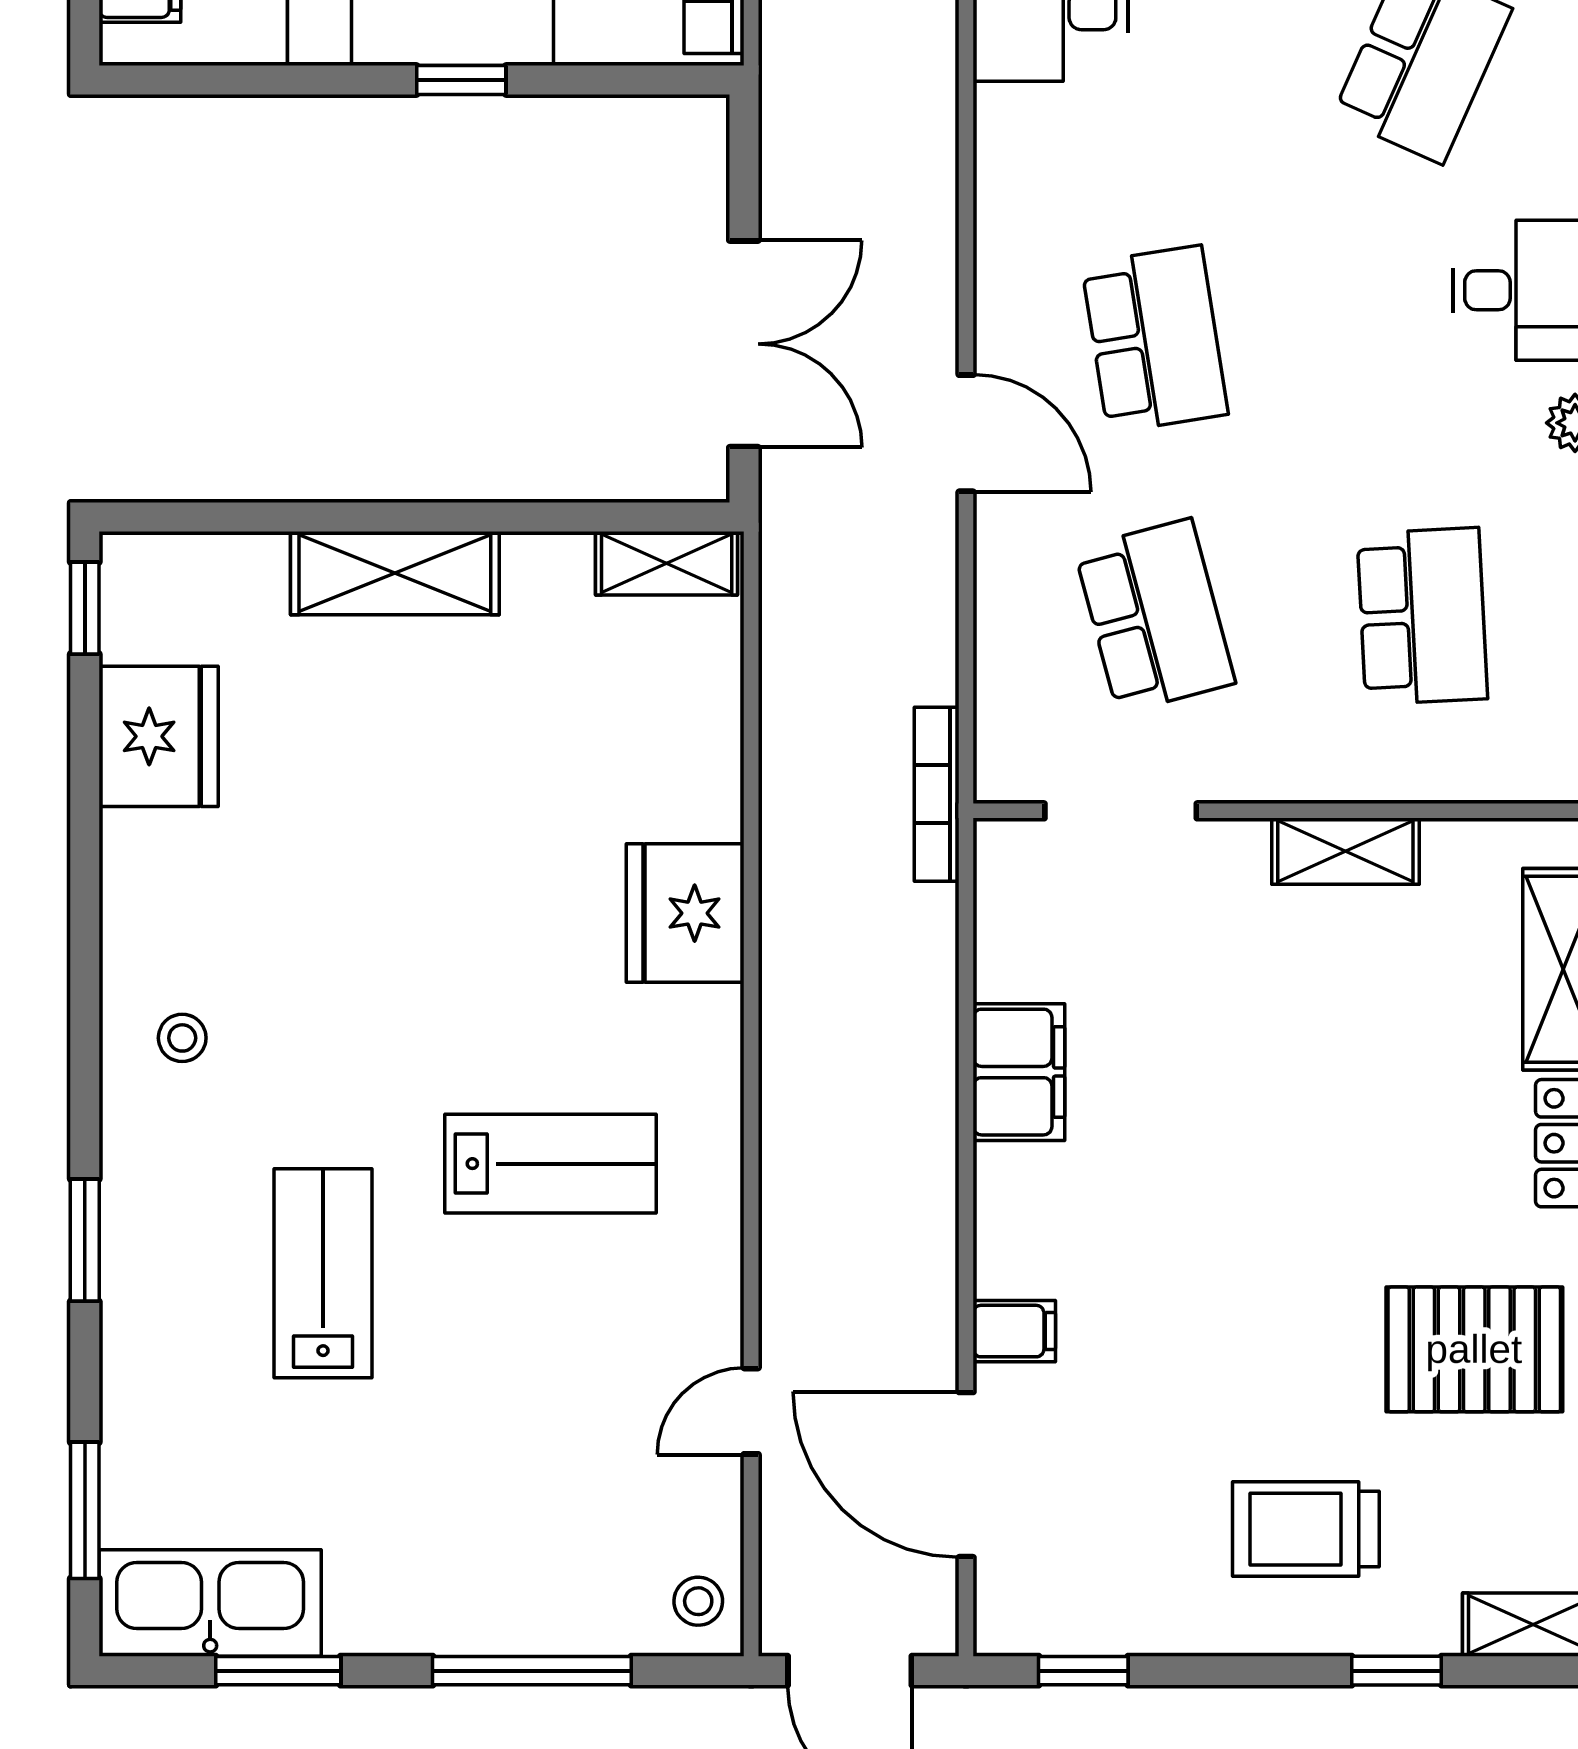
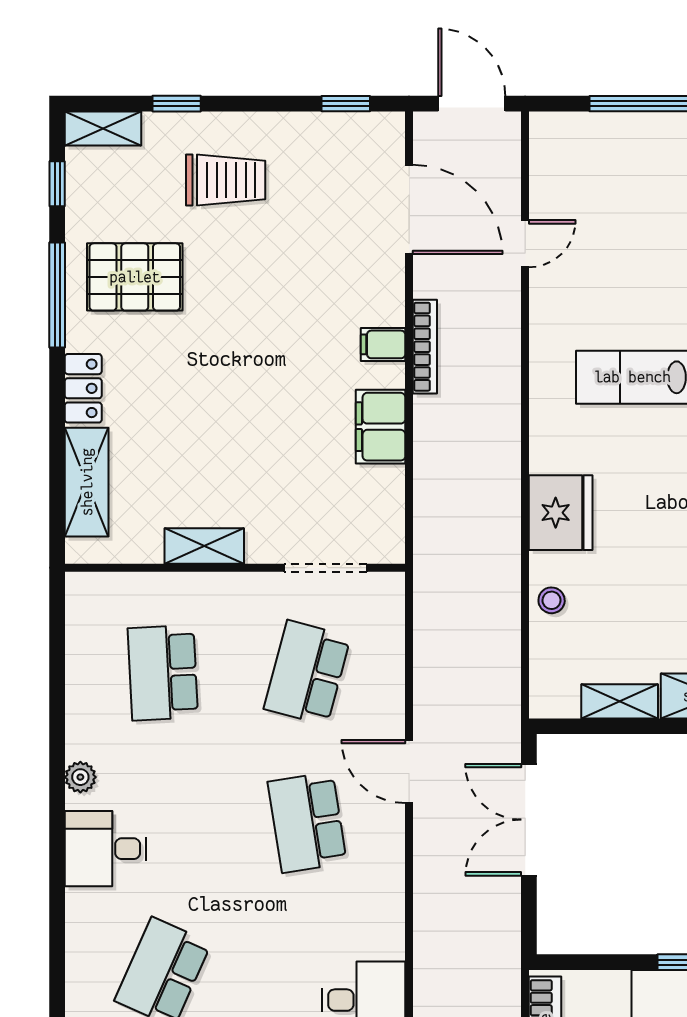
shelving: (667, 563) -> (620, 701), moved
school desk: (1155, 616) -> (307, 673), turned 30
bookcase: (937, 794) -> (425, 347), moved
filing cabinet: (1014, 1331) -> (383, 344), moved
stool: (698, 1601) -> (552, 600), moved

